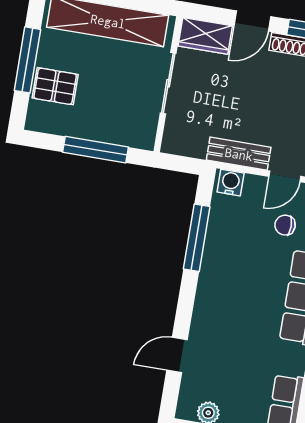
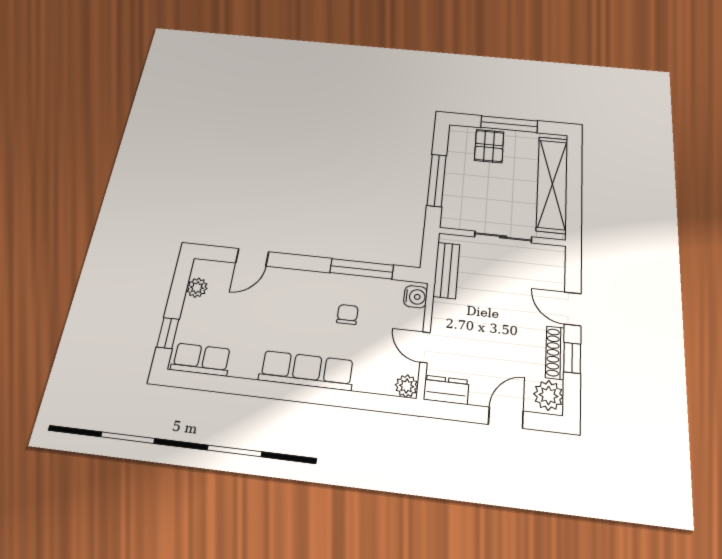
wardrobe: (205, 36) -> (552, 267), removed
bench: (239, 154) -> (447, 270), moved
chair: (285, 225) -> (347, 314), moved
door: (177, 355) -> (252, 257), swing flipped

